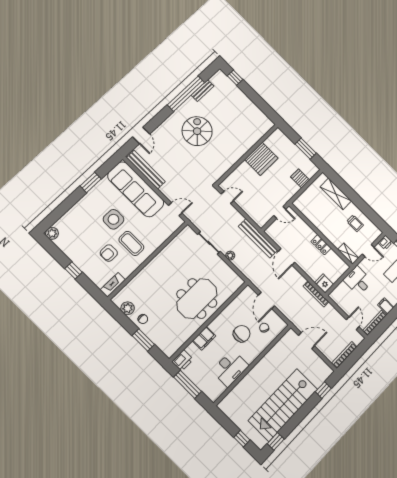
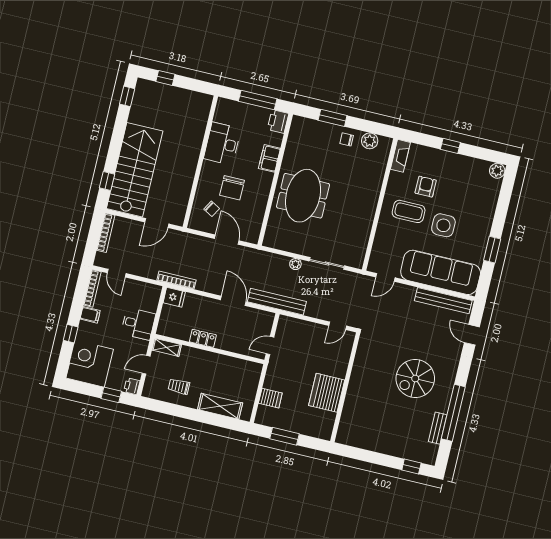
spiral stairs: (197, 131) -> (415, 378), turned 90
stairs: (283, 405) -> (135, 170), moved

